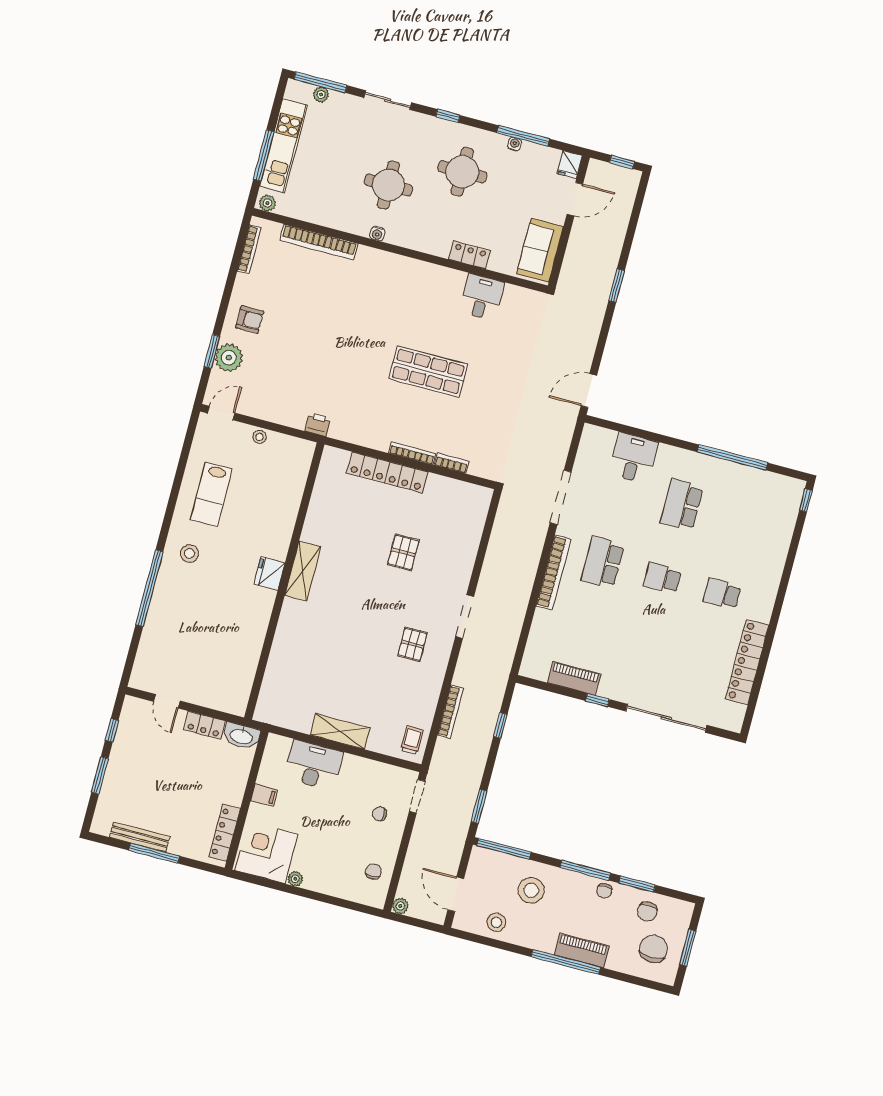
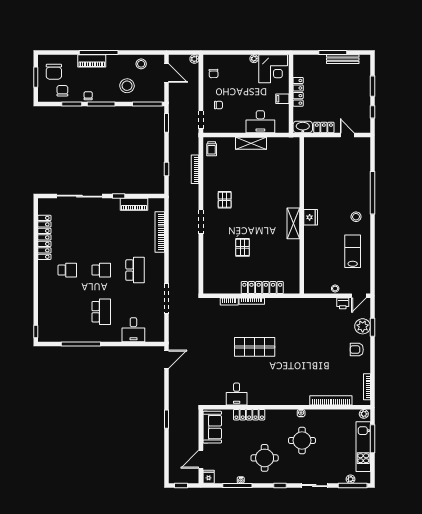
locker: (469, 255) -> (249, 415), width x1.53
printer: (318, 424) -> (343, 303), moved
bookcase: (554, 572) -> (160, 232), moved
locker: (225, 833) -> (298, 92), moved

